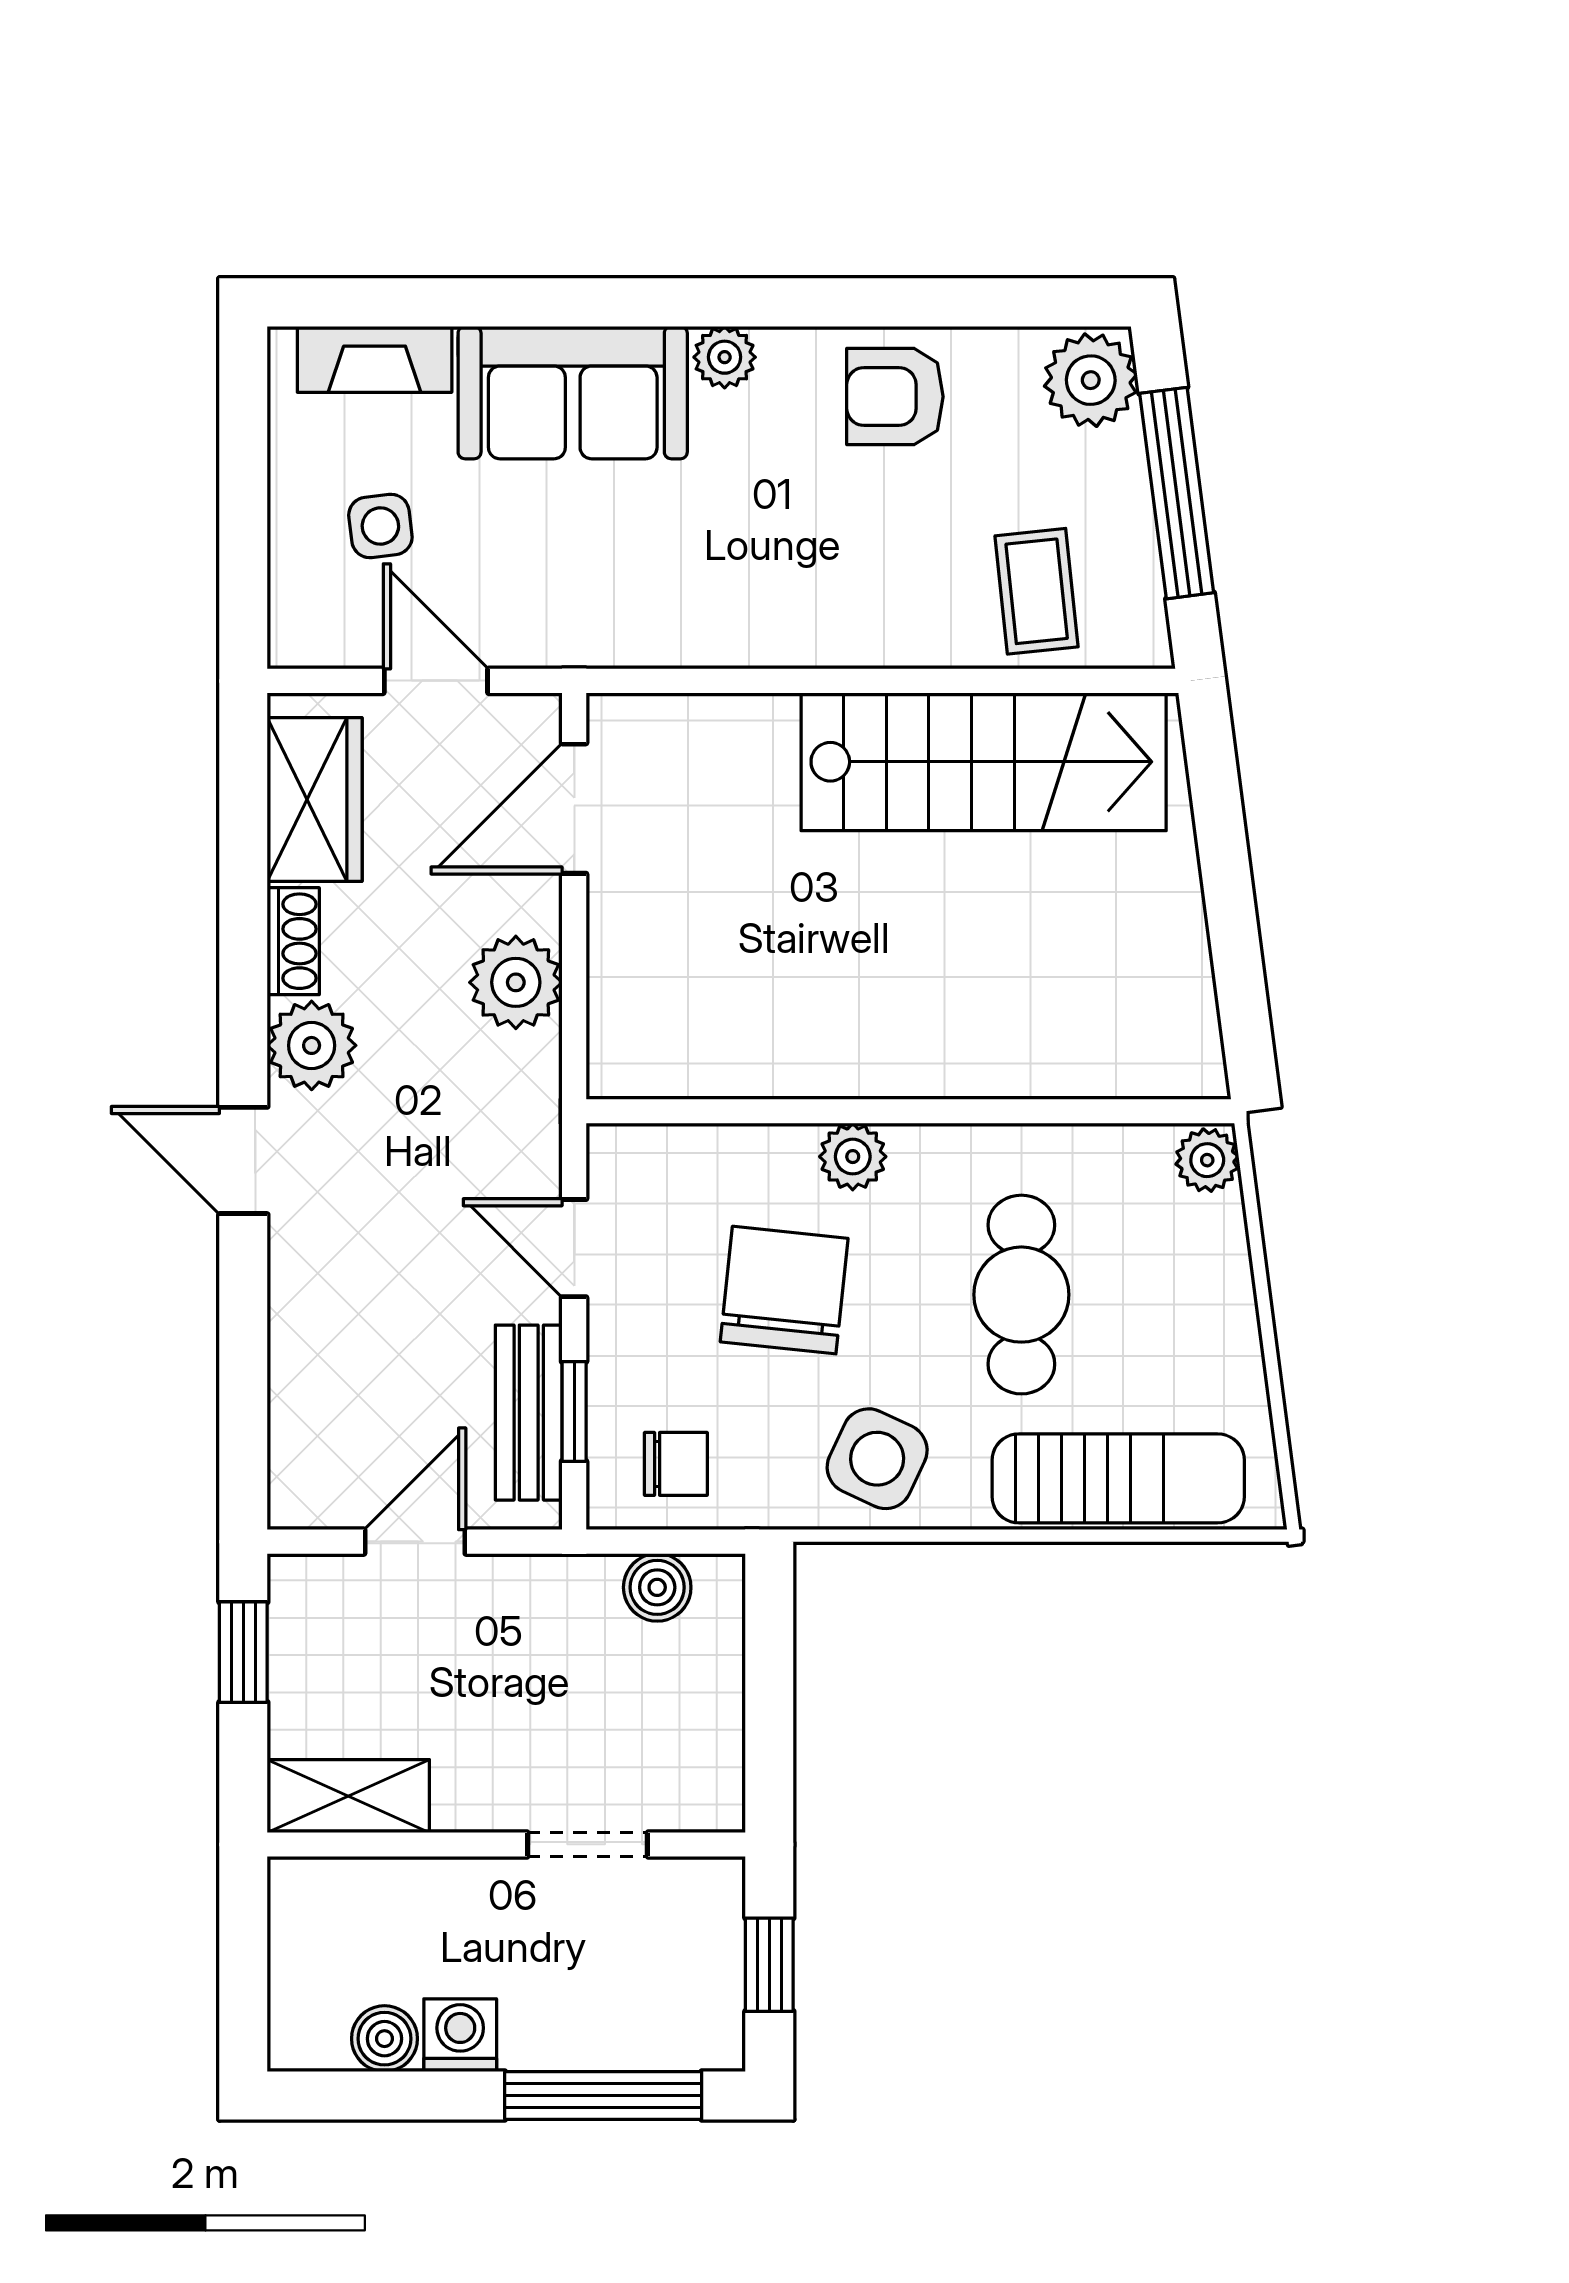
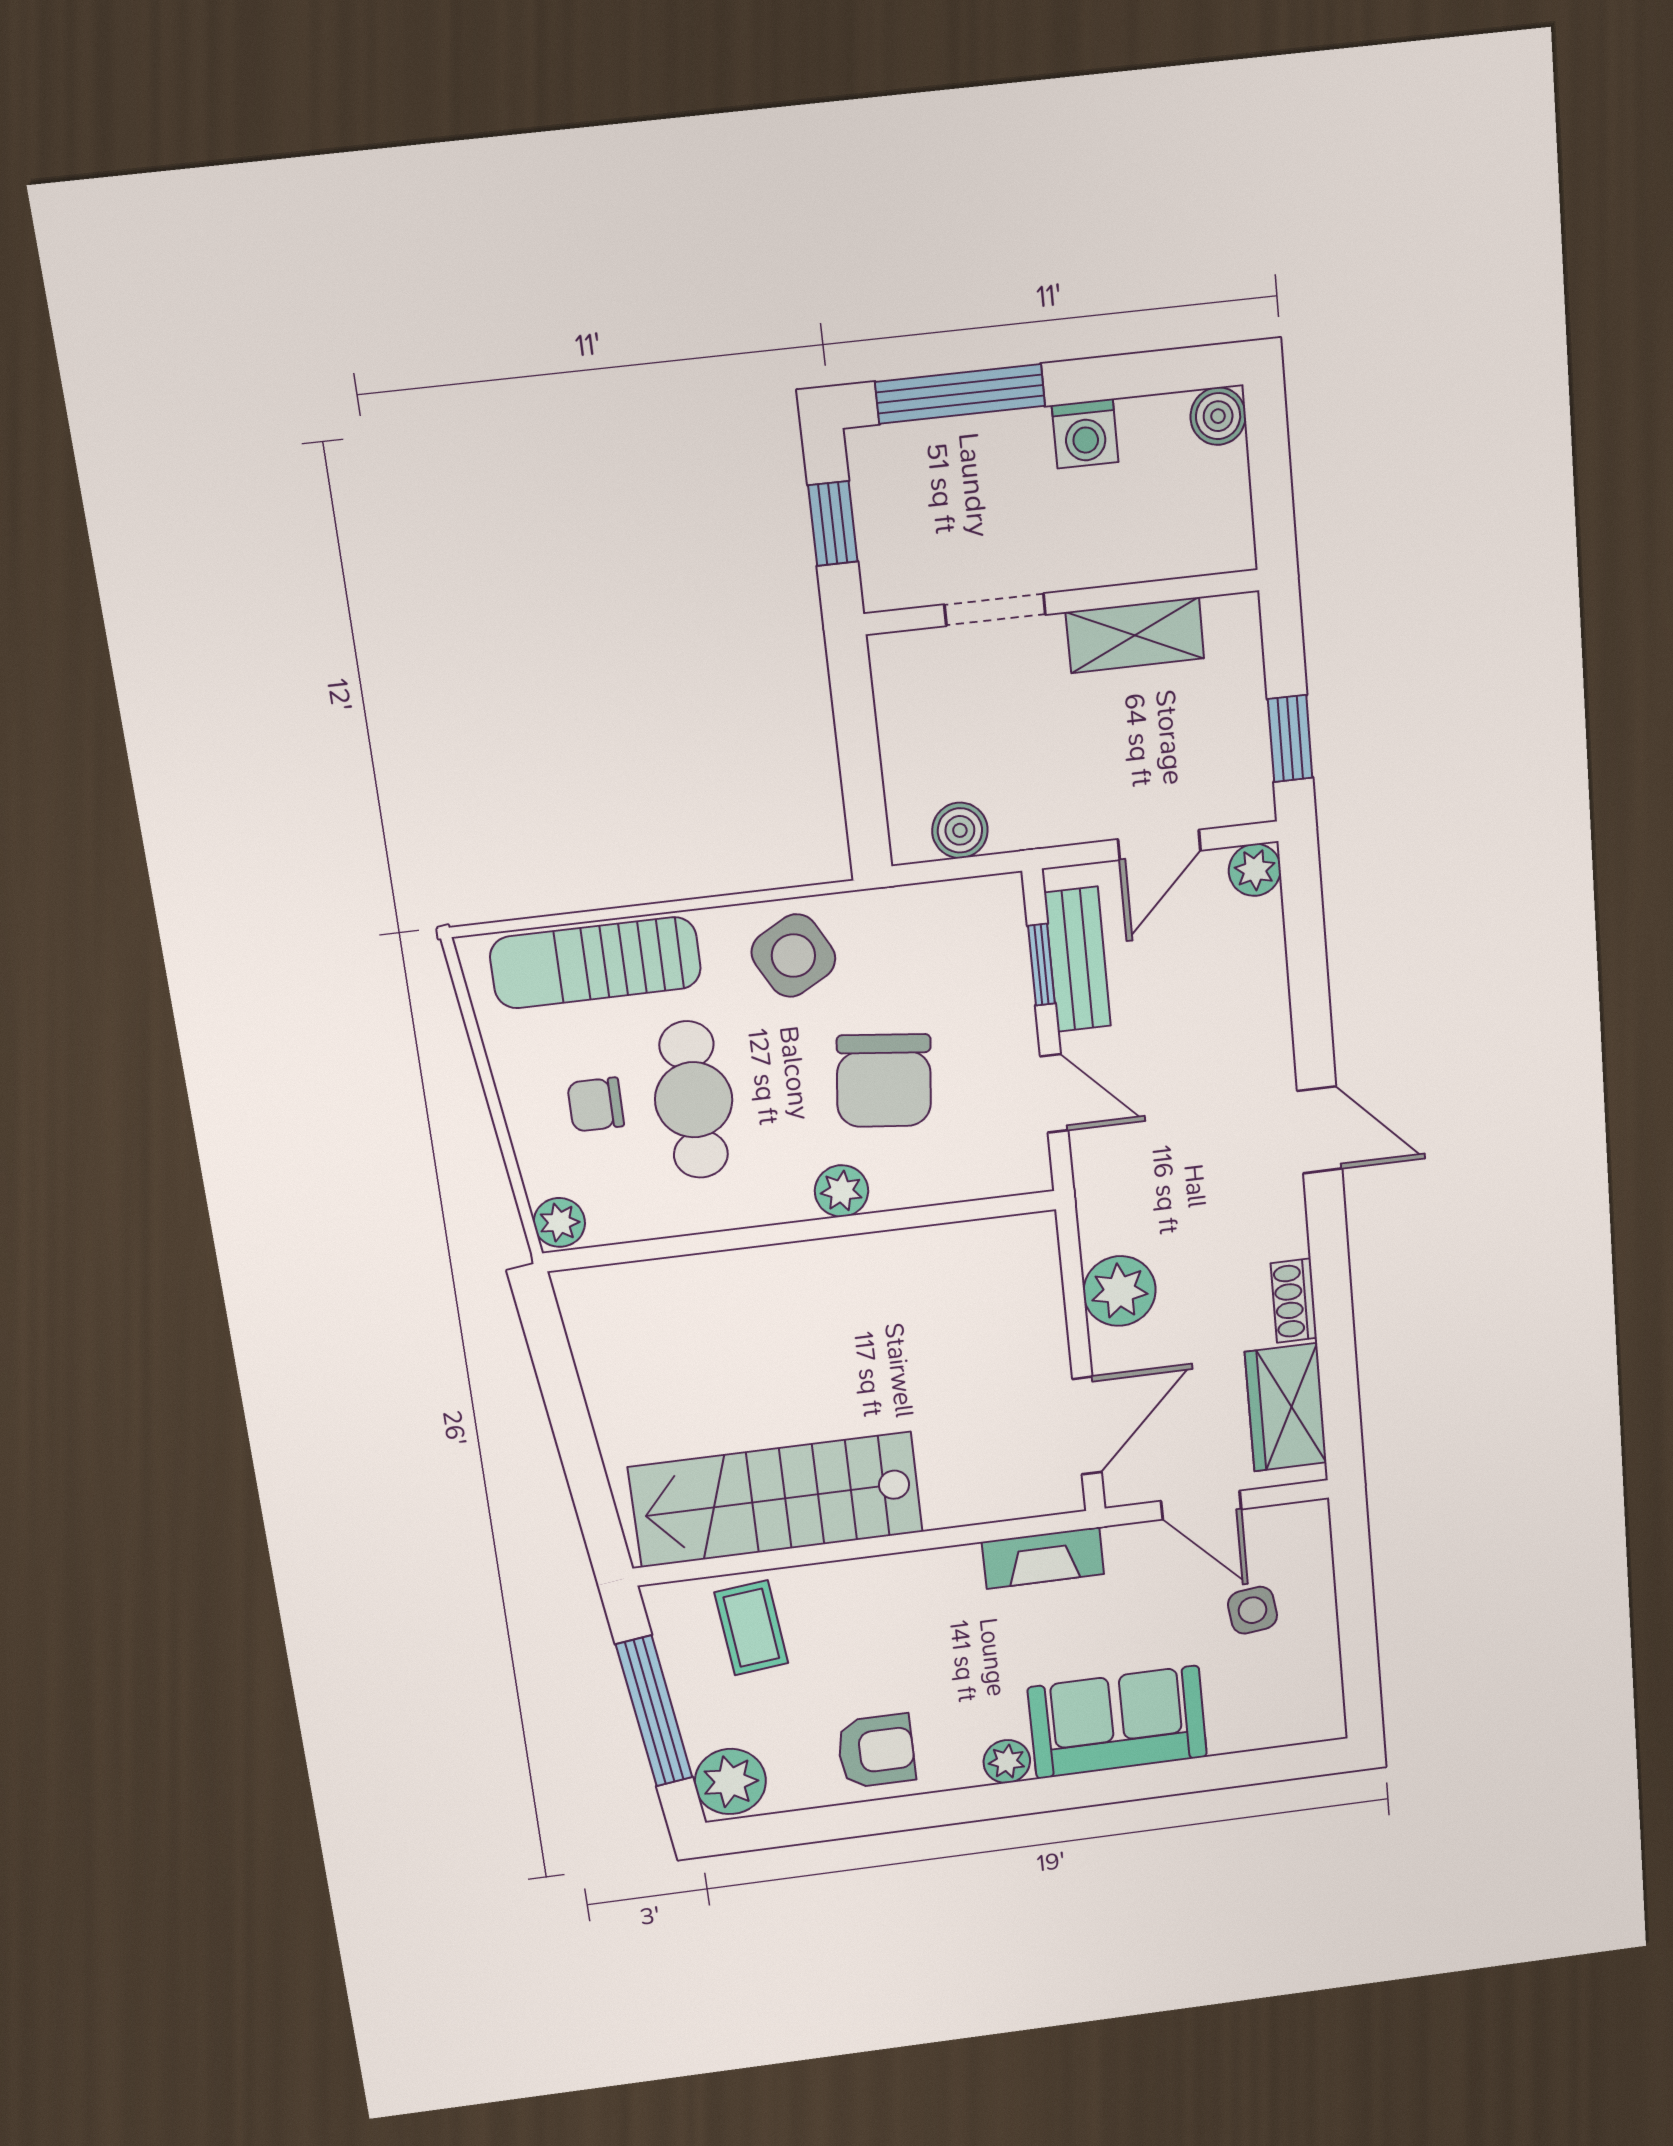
fireplace: (375, 359) -> (1043, 1558), moved, turned 180
plant: (312, 1045) -> (1255, 870), moved, width x0.73, depth x0.73
side table: (877, 1459) -> (793, 956), turned 36
chair: (676, 1464) -> (596, 1105), moved
shelving: (348, 1796) -> (1135, 635), moved
boiler: (384, 2039) -> (1218, 416), moved

